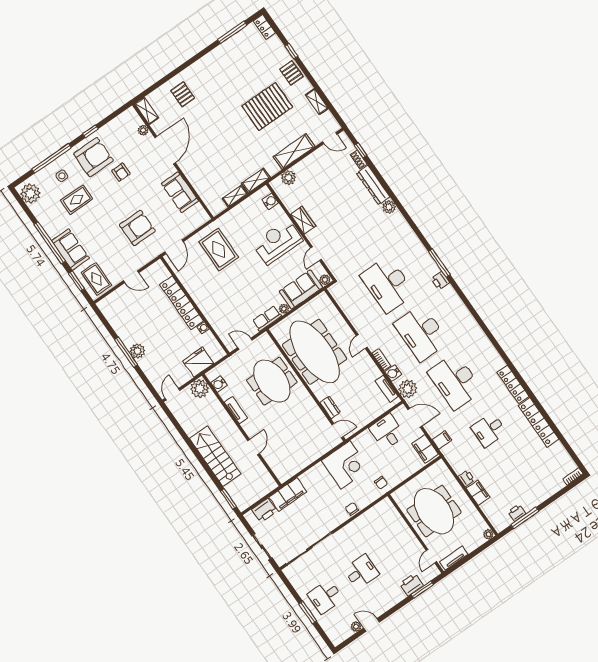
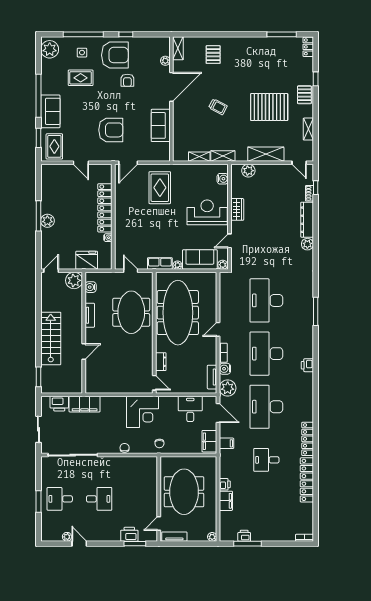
trolley: (220, 139) -> (218, 107), added
printer: (440, 281) -> (307, 365), moved

